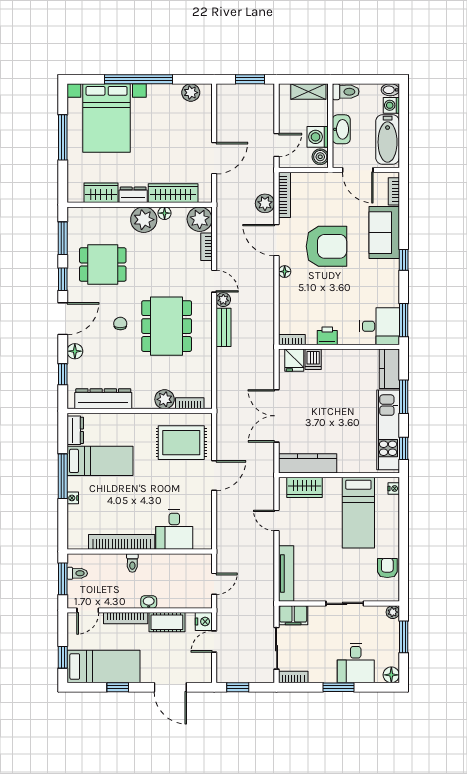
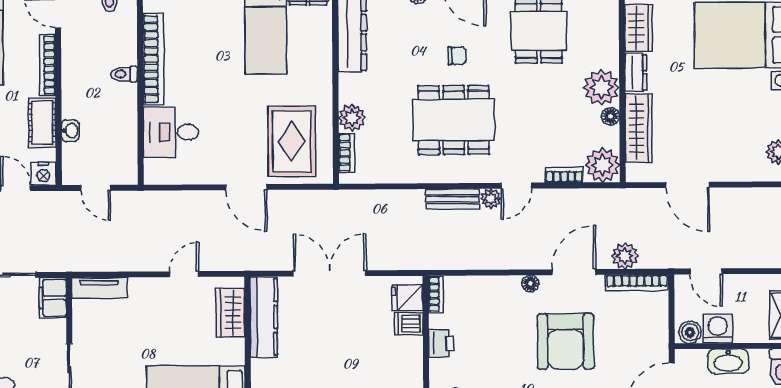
tv unit: (286, 574) -> (99, 288), width x0.71
washbasin: (149, 602) -> (70, 131), moved

